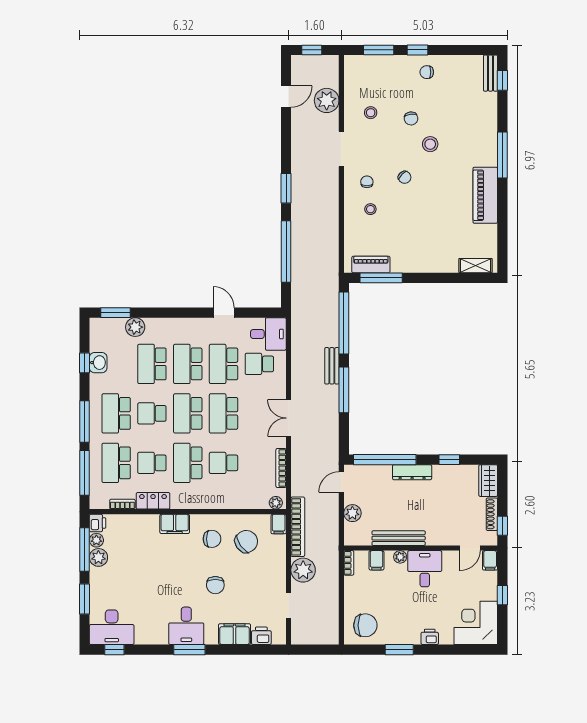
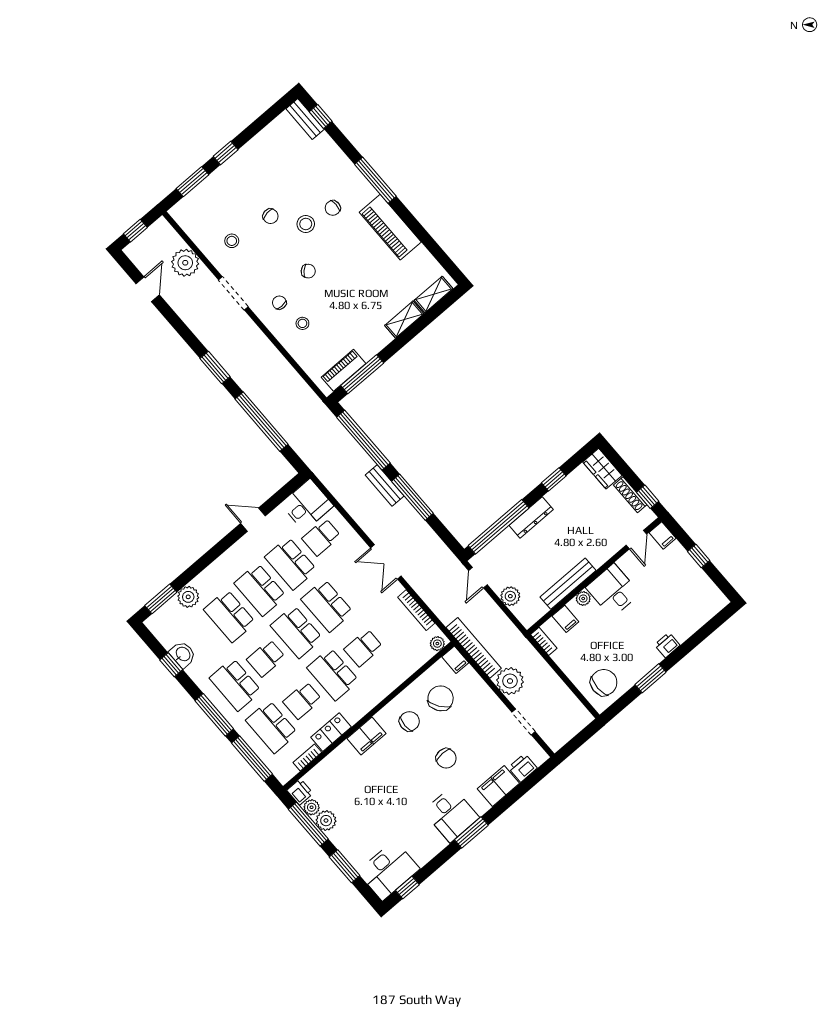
chair: (427, 72) -> (333, 208), moved
shelving: (441, 266) -> (404, 320), added
corner desk: (476, 623) -> (696, 599), removed

